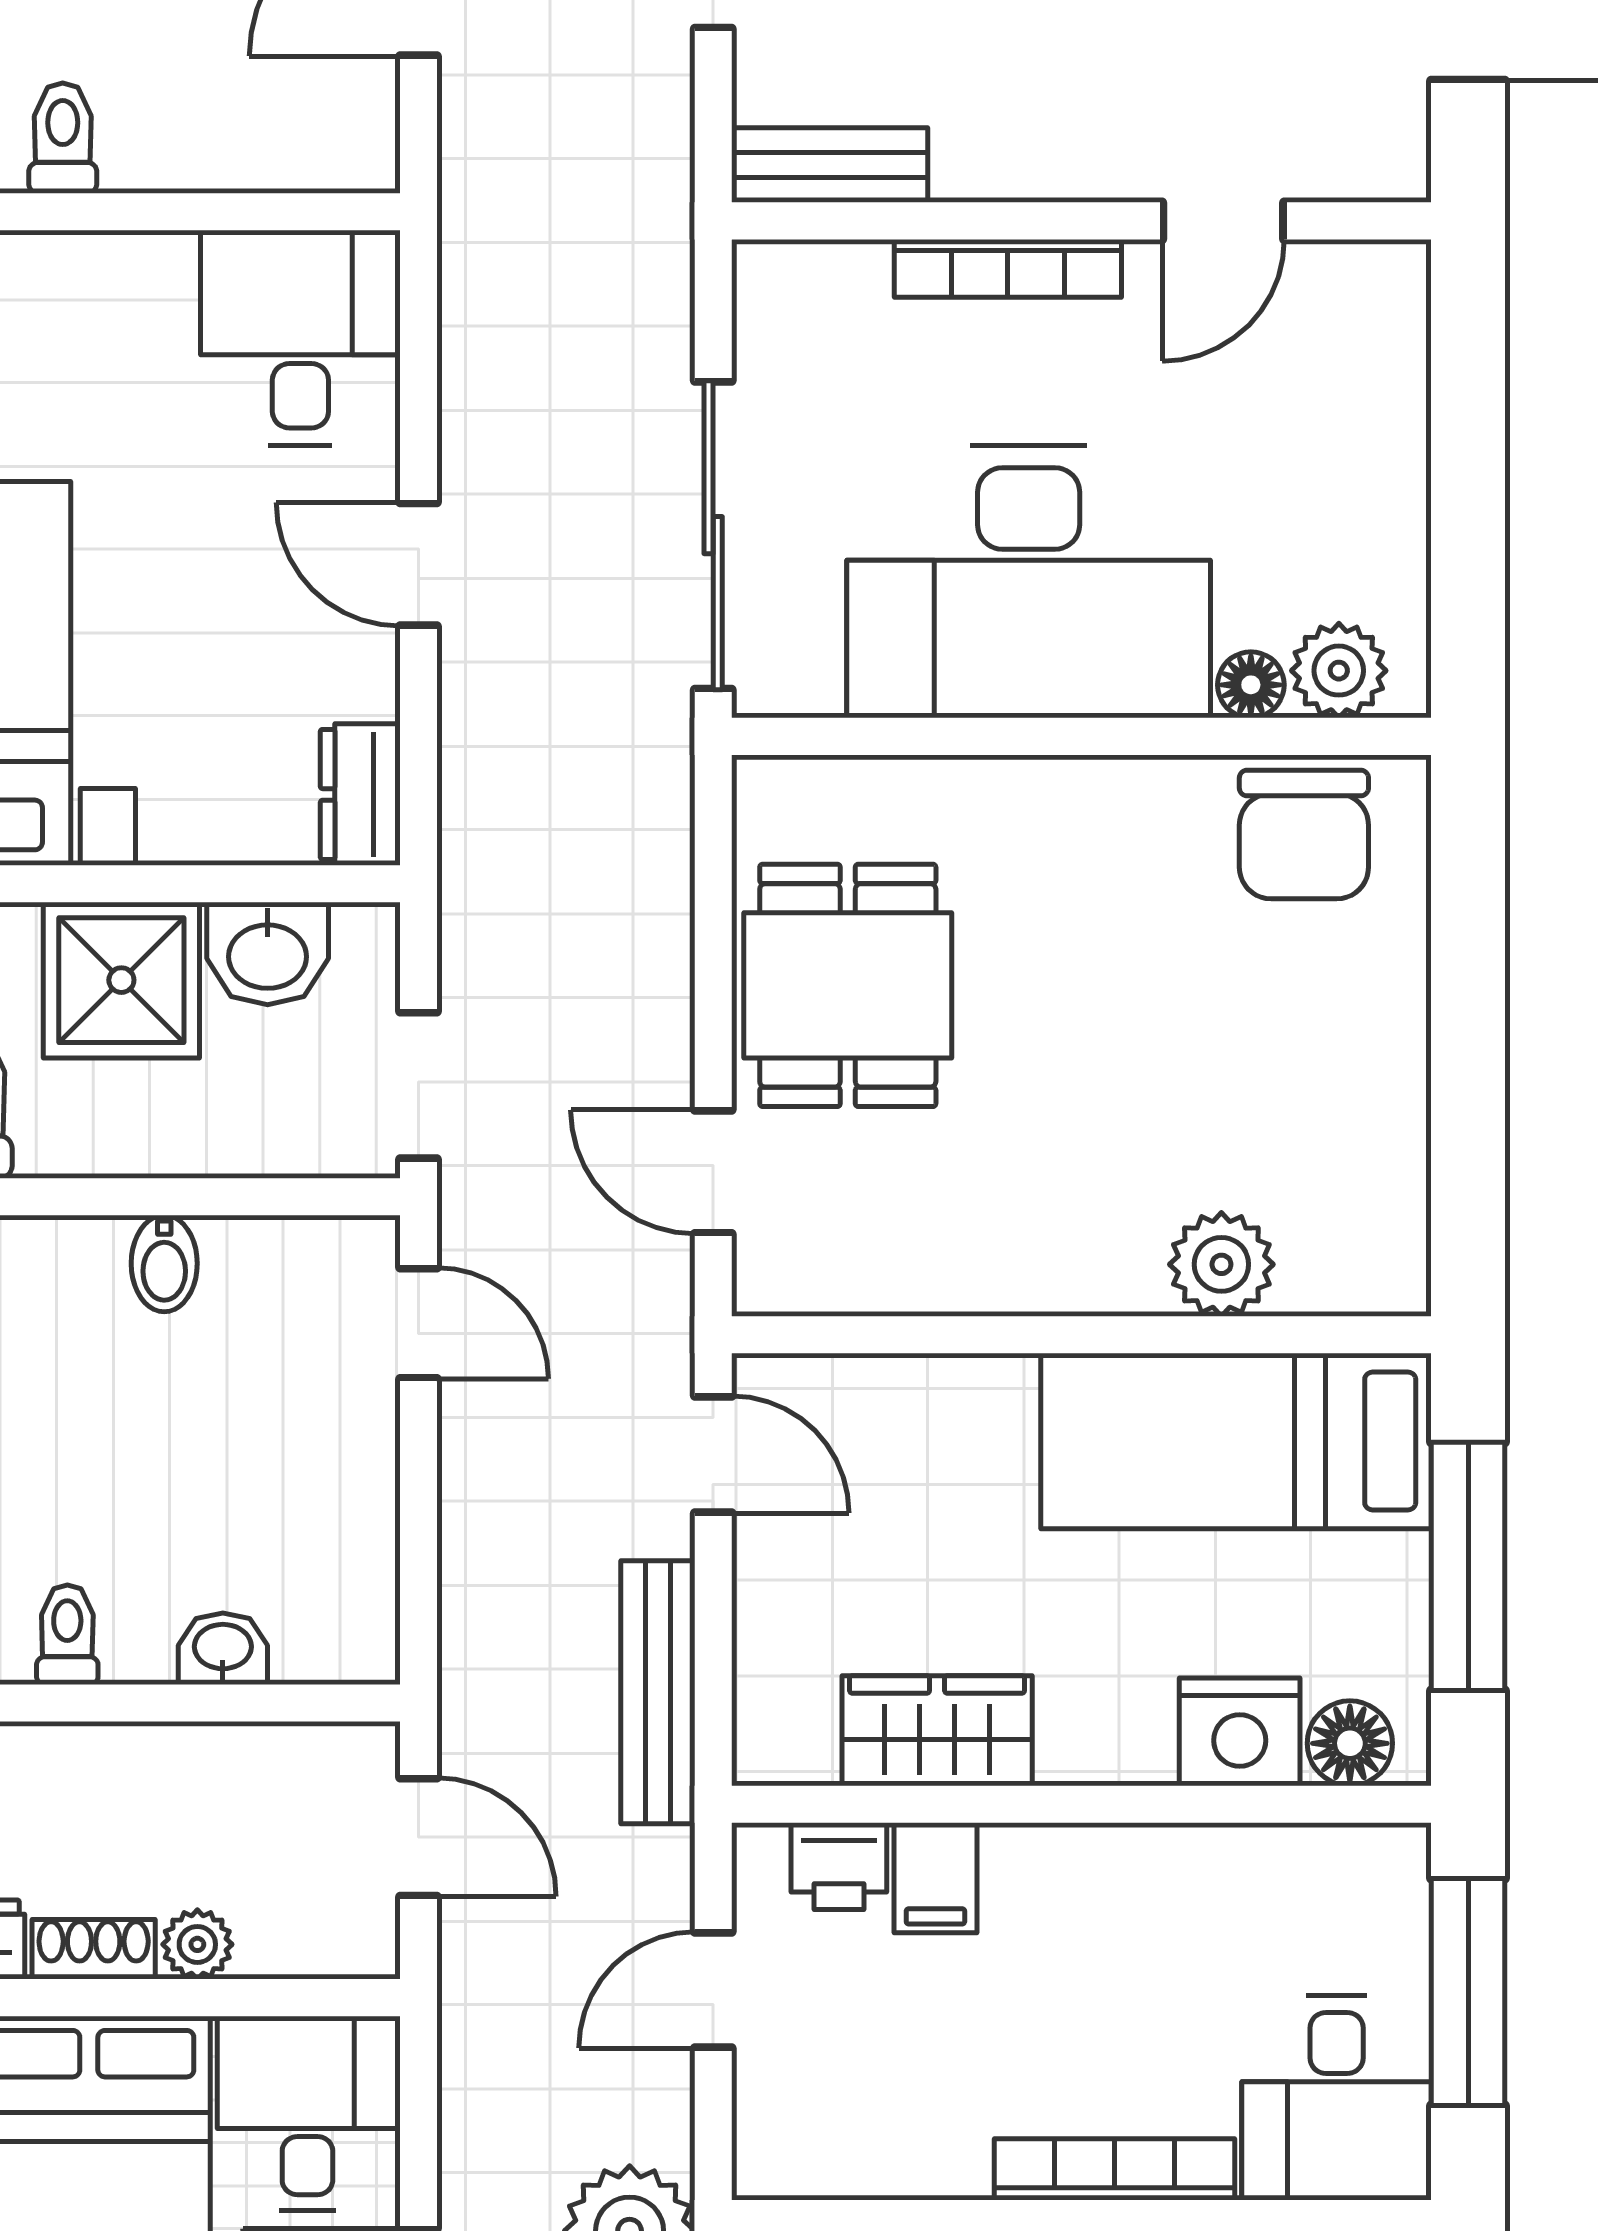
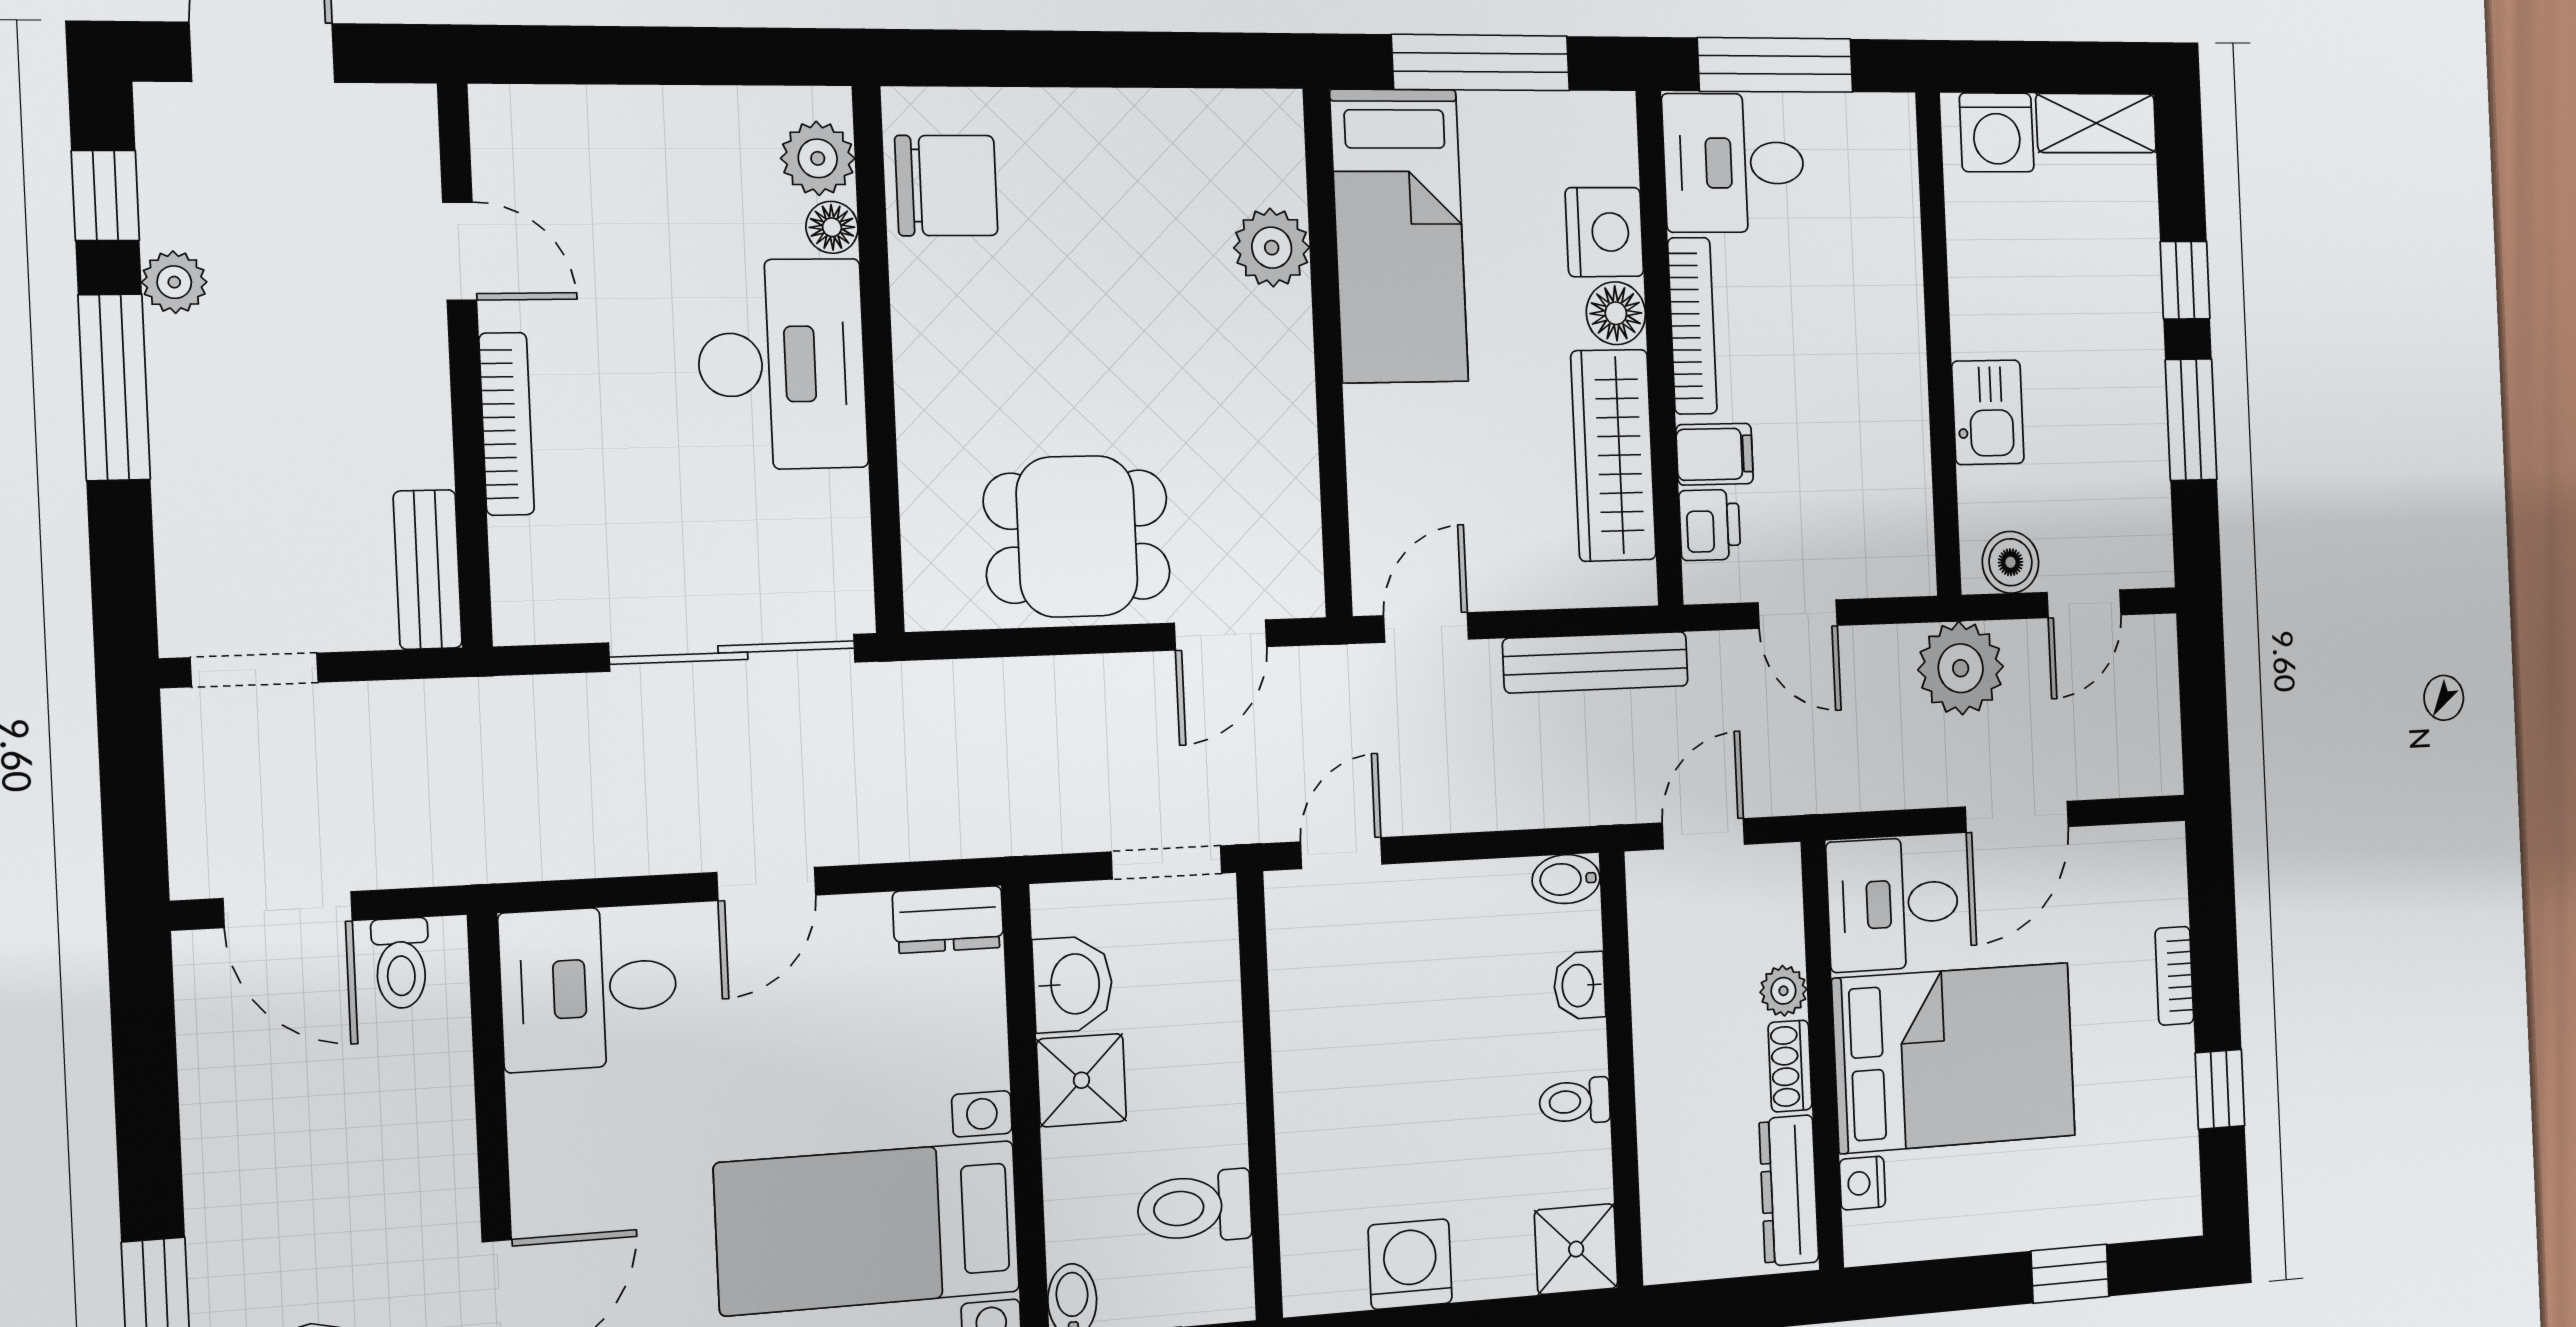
toilet: (63, 138) -> (401, 963), moved, turned -90
desk: (1029, 582) -> (782, 364), width x0.73, depth x0.77
shower: (121, 980) -> (1081, 1080), width x0.73, depth x0.73
bidet: (164, 1263) -> (1566, 879), moved, turned 180
wardrobe: (937, 1731) -> (1613, 455), width x1.50
floor lamp: (1350, 1743) -> (1616, 313), moved
desk: (1337, 2098) -> (1734, 163), moved, turned 180
bookcase: (1114, 2169) -> (1692, 326), moved, turned 180

